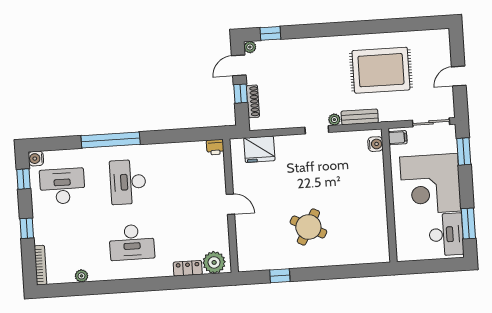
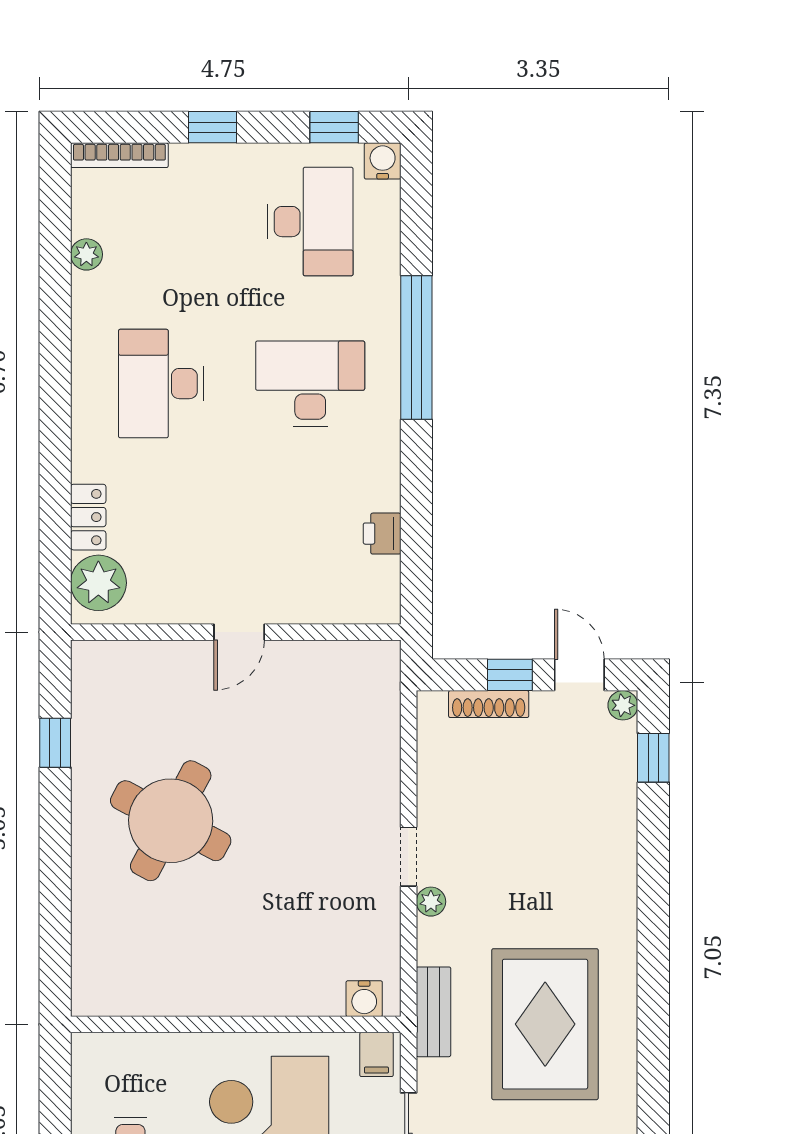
bench: (360, 117) -> (434, 1012), moved
printer: (215, 147) -> (382, 534), moved
fridge: (259, 149) -> (370, 712), removed
round table: (308, 227) -> (171, 821), width x1.36, depth x1.36

